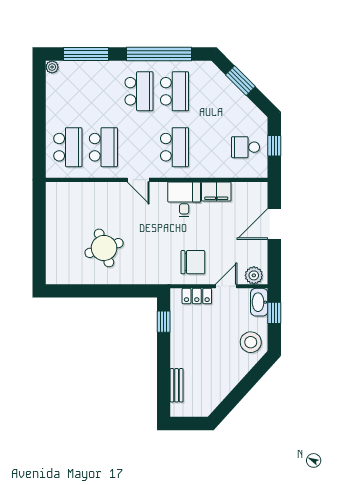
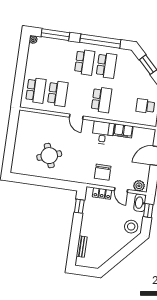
chair: (193, 262) -> (103, 172), turned 90
door: (226, 286) -> (121, 190), swing flipped

